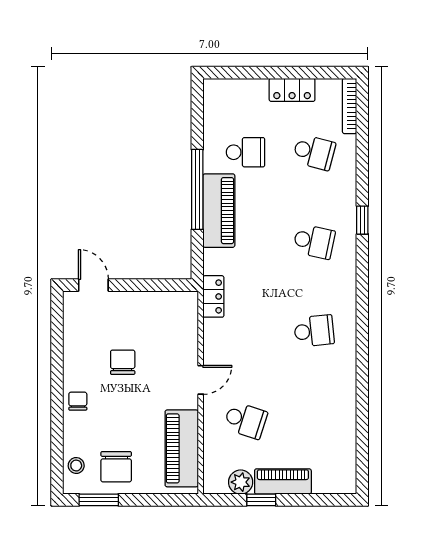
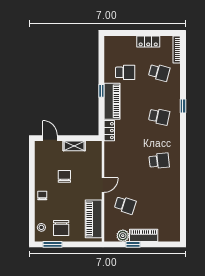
window: (197, 189) -> (101, 91), width x0.32
locker: (213, 296) -> (109, 131), moved
shelving: (142, 301) -> (74, 146), added

